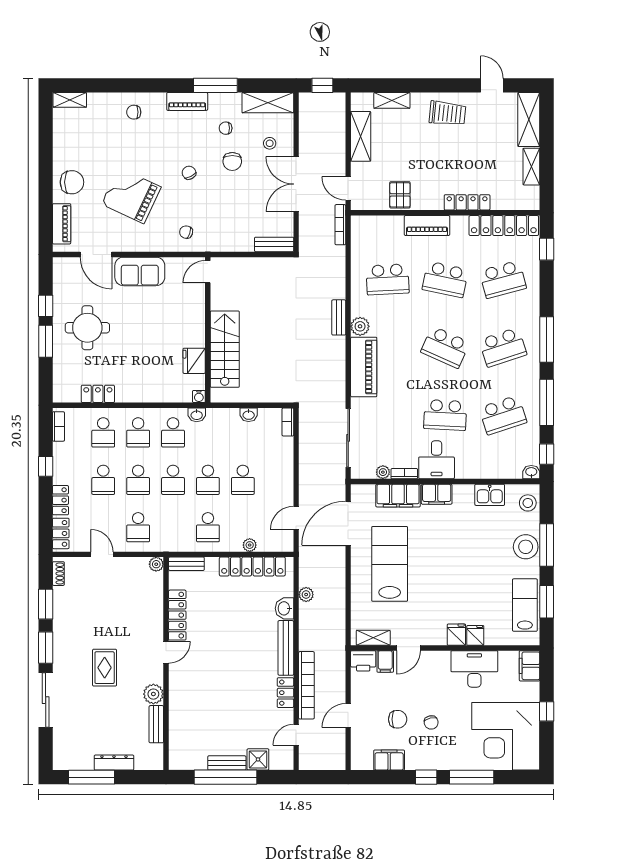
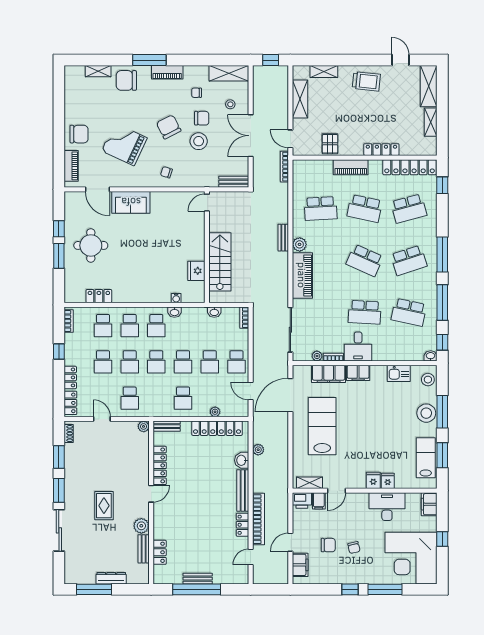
window: (215, 85) -> (149, 60), moved
shelving: (70, 100) -> (98, 71), moved
chair: (134, 112) -> (126, 80), width x1.87, depth x1.87
chair: (232, 161) -> (202, 118), turned -90
chair: (189, 173) -> (169, 127), width x1.87, depth x1.87
stool: (228, 191) -> (199, 141), added
door: (208, 272) -> (207, 203), moved
wall: (208, 330) -> (207, 247), moved
stairs: (225, 349) -> (220, 262), moved
fridge: (194, 361) -> (196, 271), moved
school desk: (503, 415) -> (409, 312), turned 30
school desk: (278, 480) -> (236, 362), added
door: (296, 518) -> (251, 391), hinge flipped
locker: (177, 729) -> (160, 552), added
shower: (258, 759) -> (221, 576), removed
filing cabinet: (389, 760) -> (300, 565), moved, turned 90

